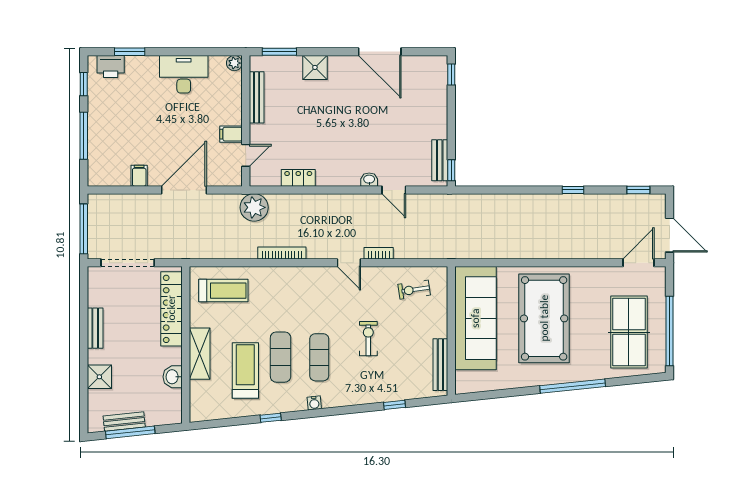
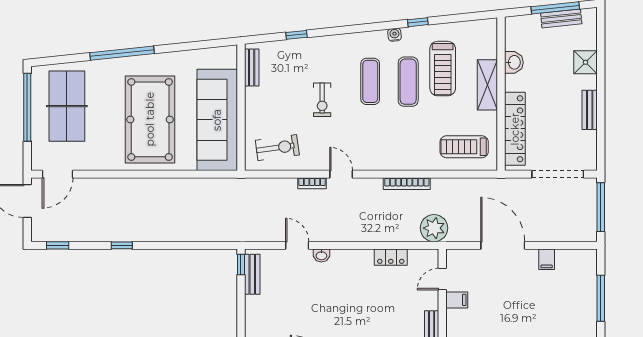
door: (184, 190) -> (503, 245), swing flipped
exercise bike: (414, 290) -> (277, 148), width x1.38, depth x1.39
bench: (440, 365) -> (252, 67), width x0.73
water cooler: (314, 403) -> (395, 35), moved

